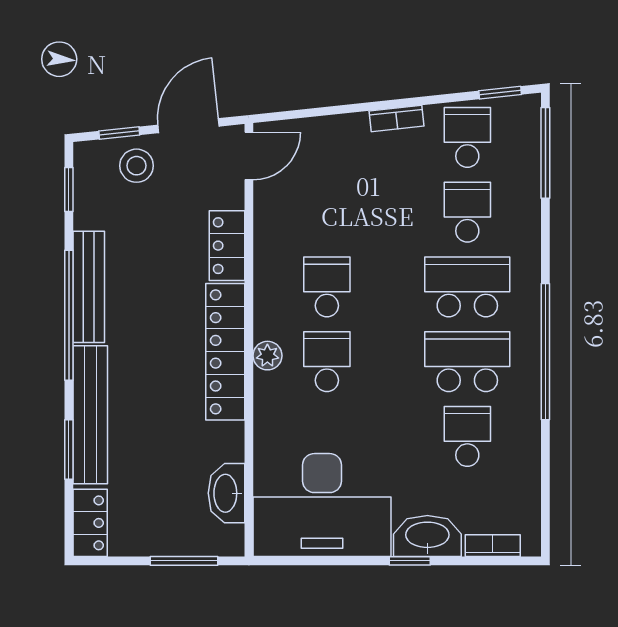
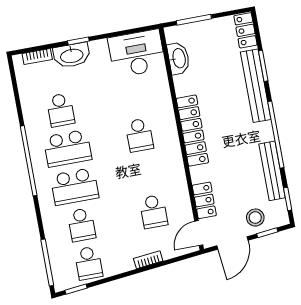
bookcase: (396, 119) -> (148, 260), moved
locker: (227, 246) -> (204, 200), moved
bench: (89, 287) -> (272, 171), moved
school desk: (327, 287) -> (153, 212), moved
plant: (267, 356) -> (170, 133), removed
desk: (322, 505) -> (137, 53), width x0.73, depth x0.77

